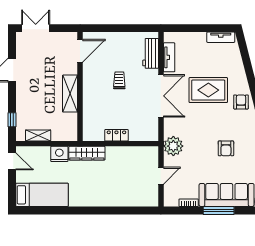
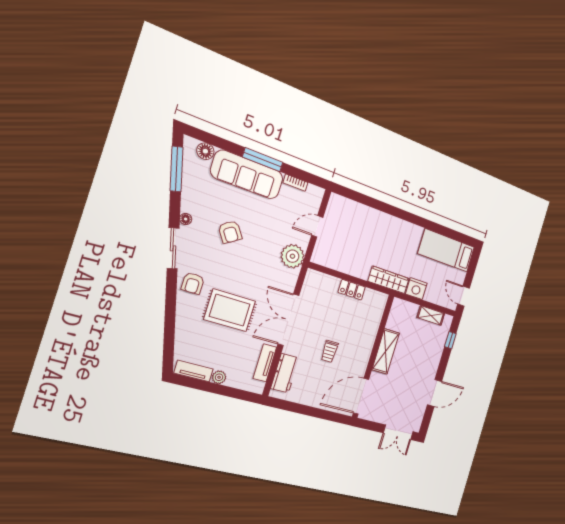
plant: (201, 37) -> (219, 377), added
door: (80, 51) -> (361, 396), width x1.36
armchair: (226, 148) -> (230, 232), turned 146

